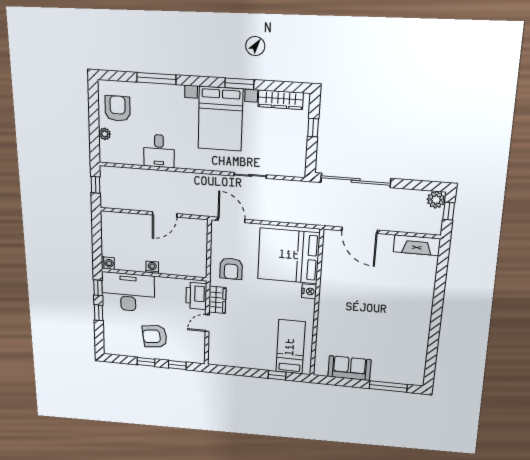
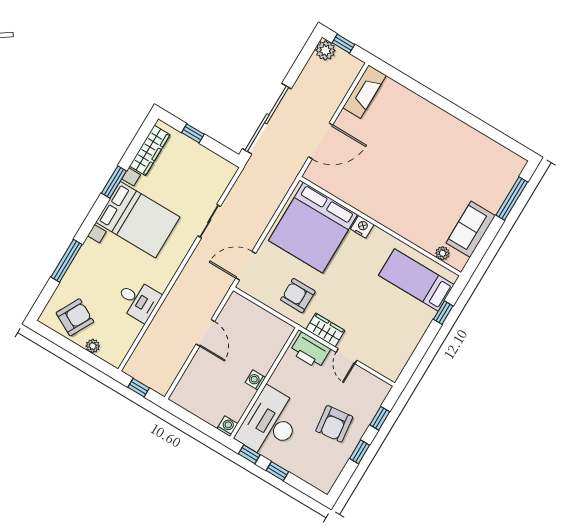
armchair: (118, 108) -> (75, 317), turned 118
armchair: (231, 269) -> (298, 296), turned 180
plant: (321, 356) -> (442, 253), added

